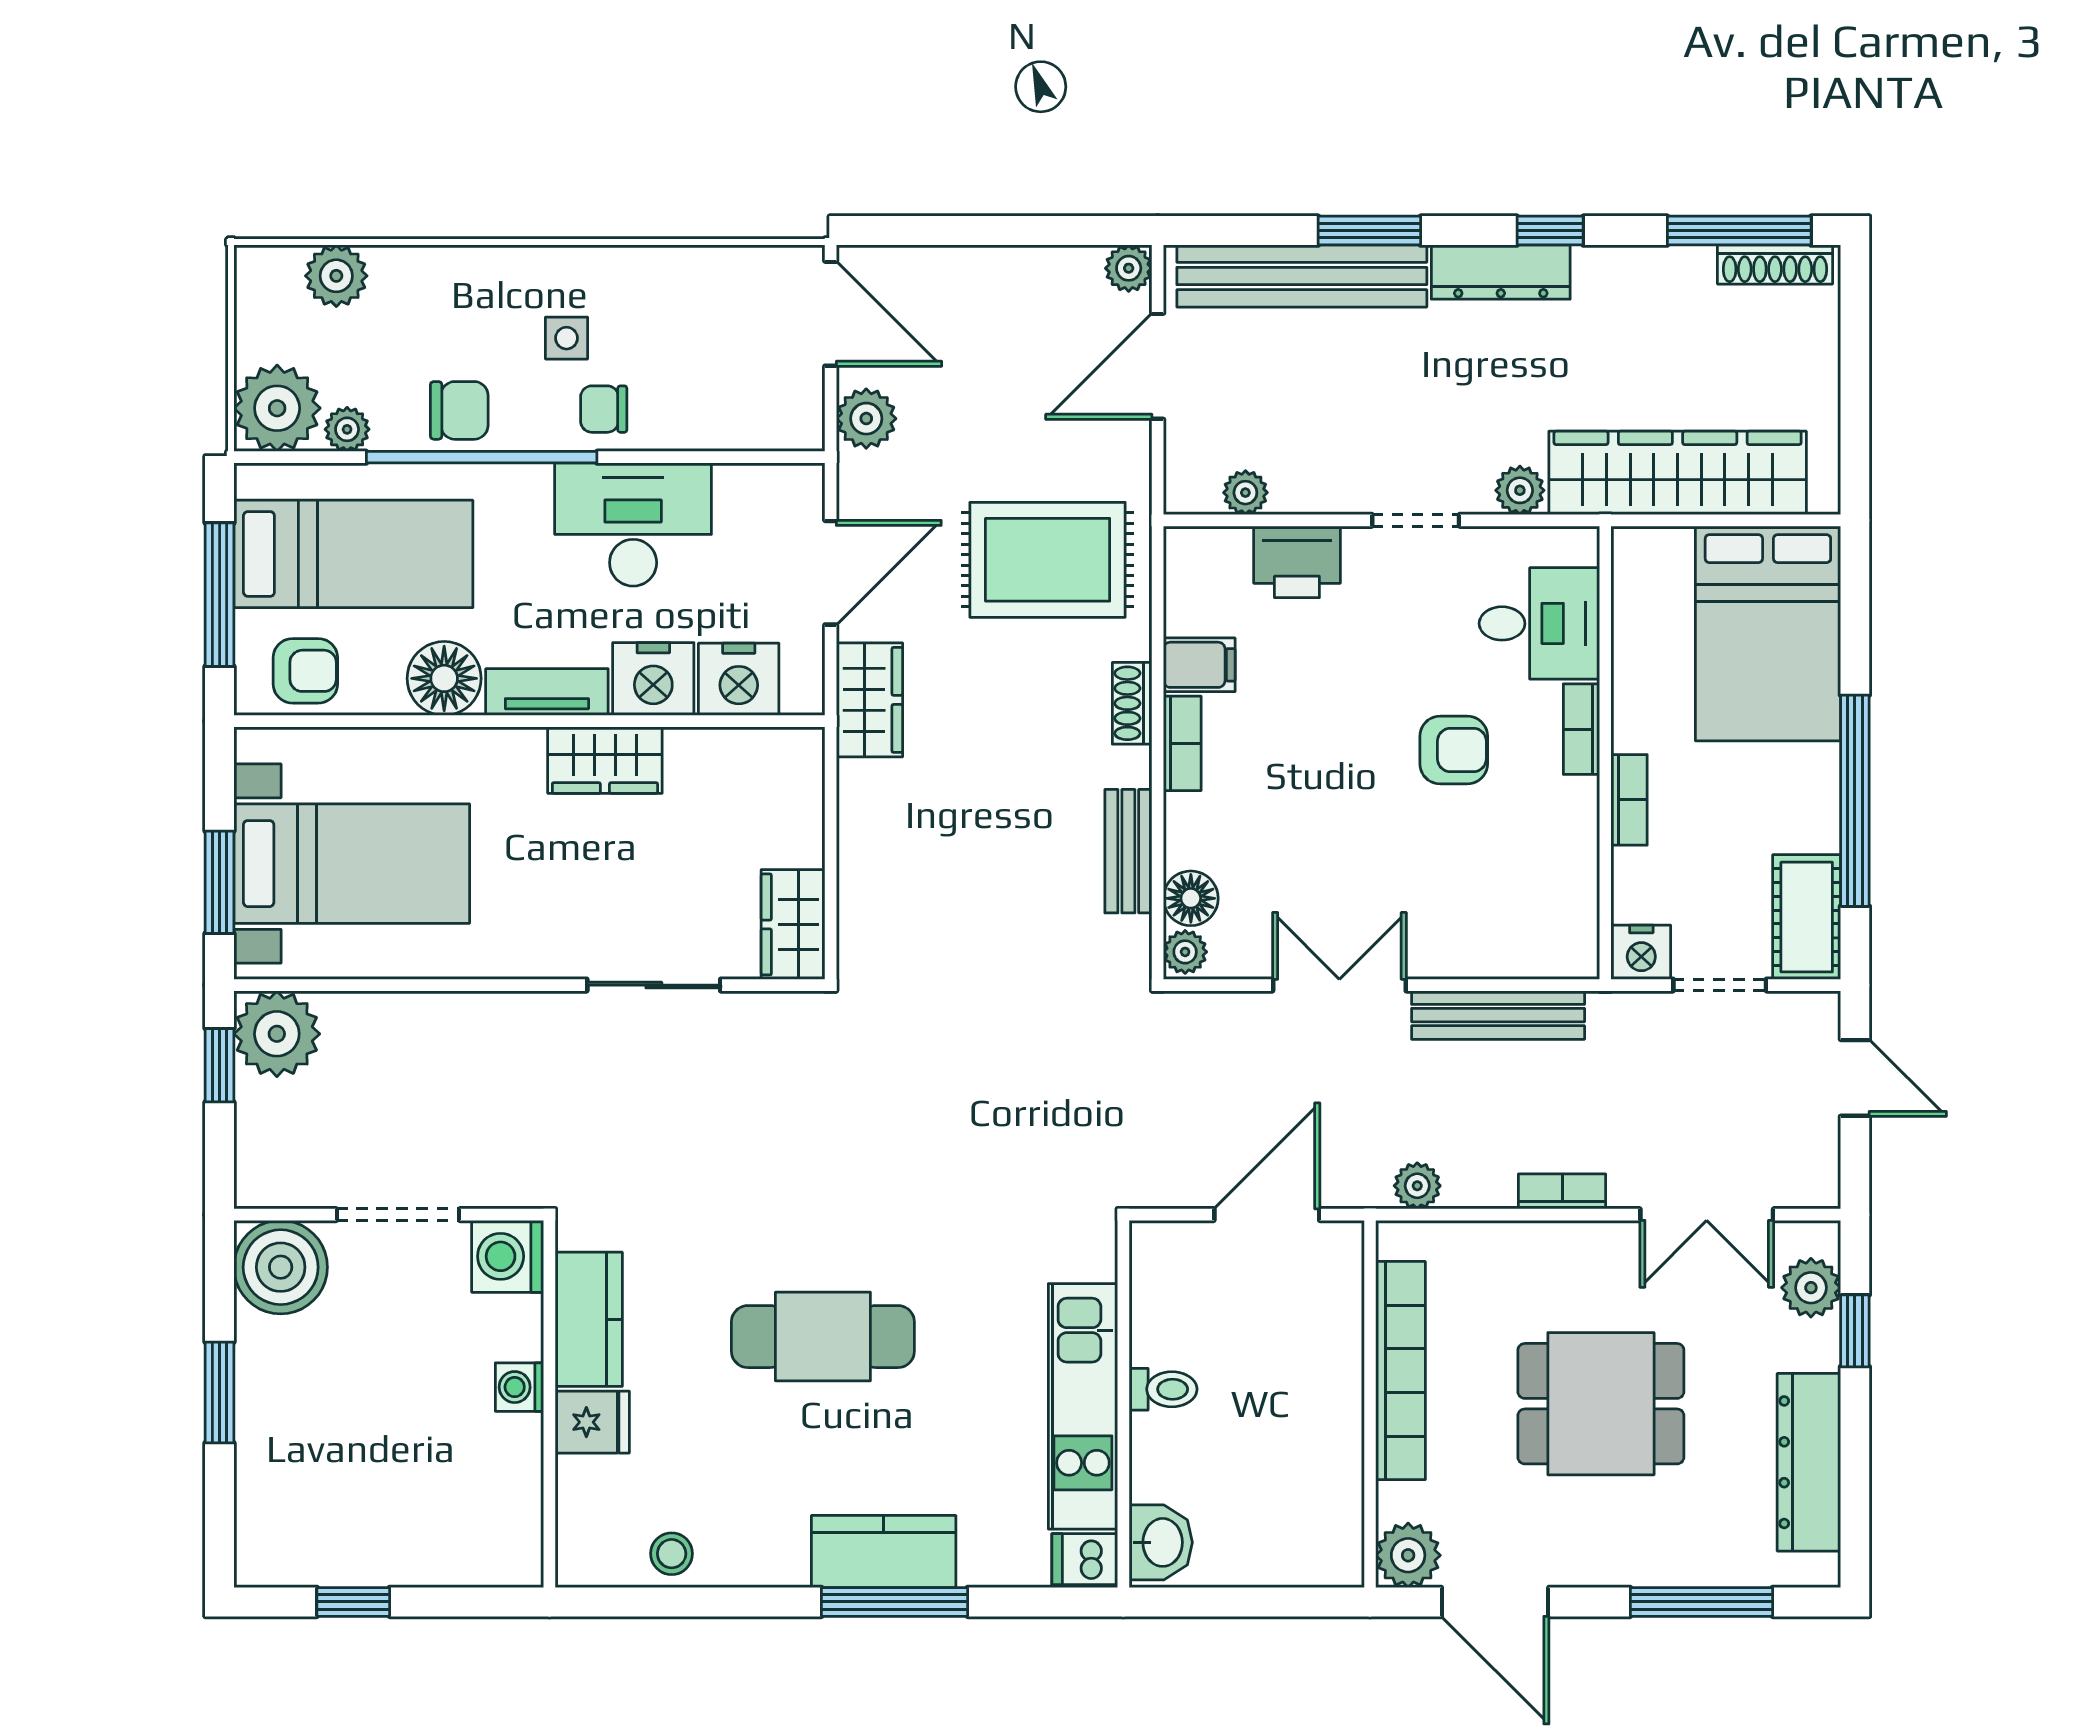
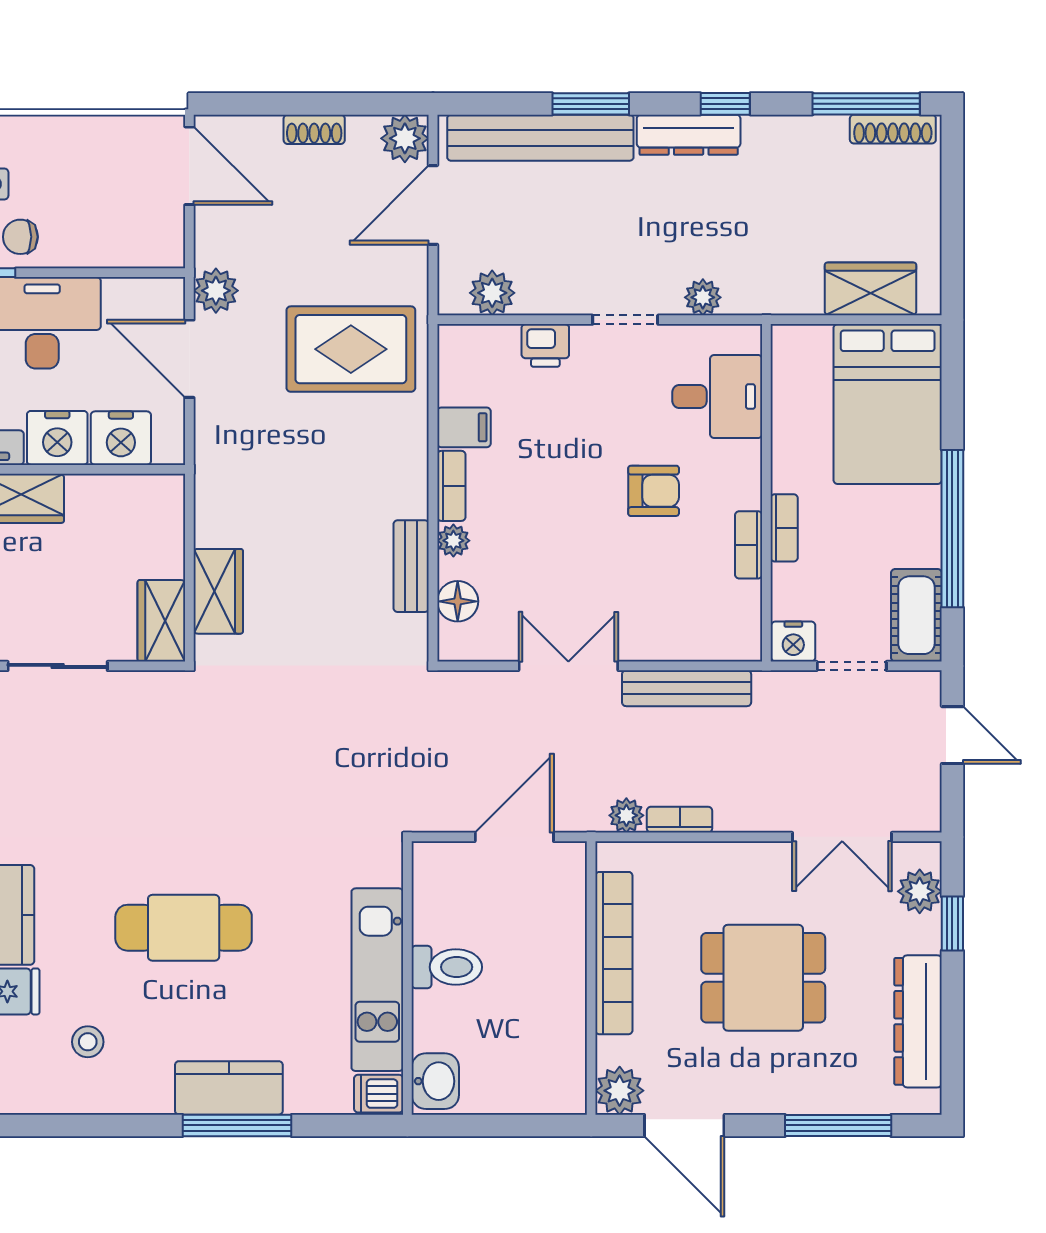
plant: (1129, 268) -> (405, 138), width x1.38, depth x1.38
plant: (866, 419) -> (216, 291), moved
wardrobe: (1678, 473) -> (870, 289), width x0.48, depth x0.85
plant: (1245, 493) -> (492, 293), width x1.38, depth x1.38
printer: (1297, 562) -> (545, 345), width x0.73, depth x0.81
door: (831, 573) -> (189, 359), swing flipped
wardrobe: (869, 700) -> (218, 591), moved
shoe rack: (1132, 703) -> (314, 129), moved, turned -90
bookcase: (1581, 729) -> (749, 545), moved
plant: (1185, 952) -> (453, 541), moved
bookcase: (1562, 1191) -> (680, 820), moved
toilet: (1163, 1389) -> (447, 967), width x1.37, depth x1.39
stool: (672, 1554) -> (88, 1042), moved

